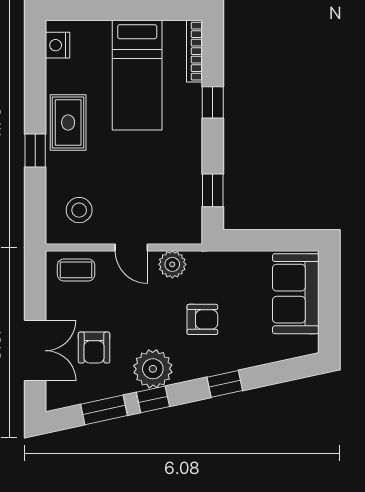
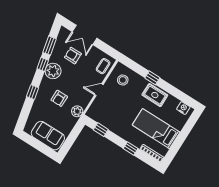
plant: (172, 264) -> (77, 111), moved

